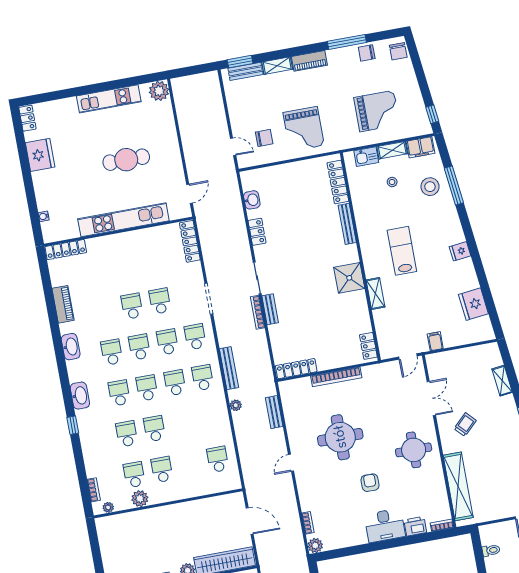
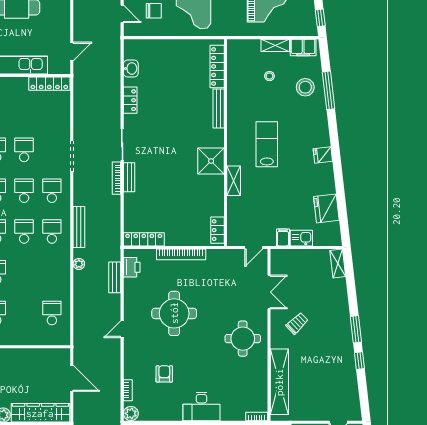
kitchen sink: (366, 157) -> (301, 238), moved, turned 180
locker: (190, 241) -> (49, 84), moved, turned -90
shelving: (502, 381) -> (338, 264), moved
armchair: (370, 483) -> (164, 374), moved
printer: (415, 526) -> (132, 267), moved, turned 90

